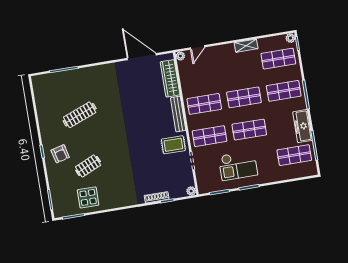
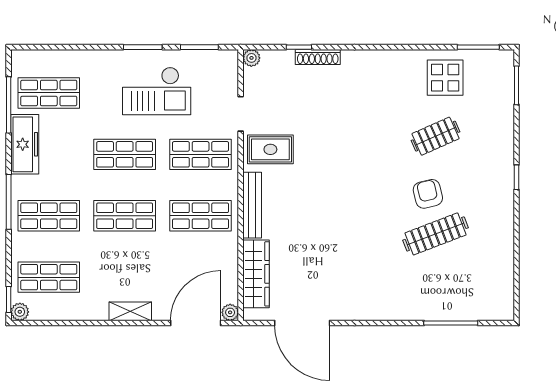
shelving: (246, 46) -> (130, 311), moved
door: (197, 47) -> (196, 323), width x1.88
armchair: (60, 154) -> (428, 194), moved
checkout: (238, 165) -> (157, 91), turned 180

